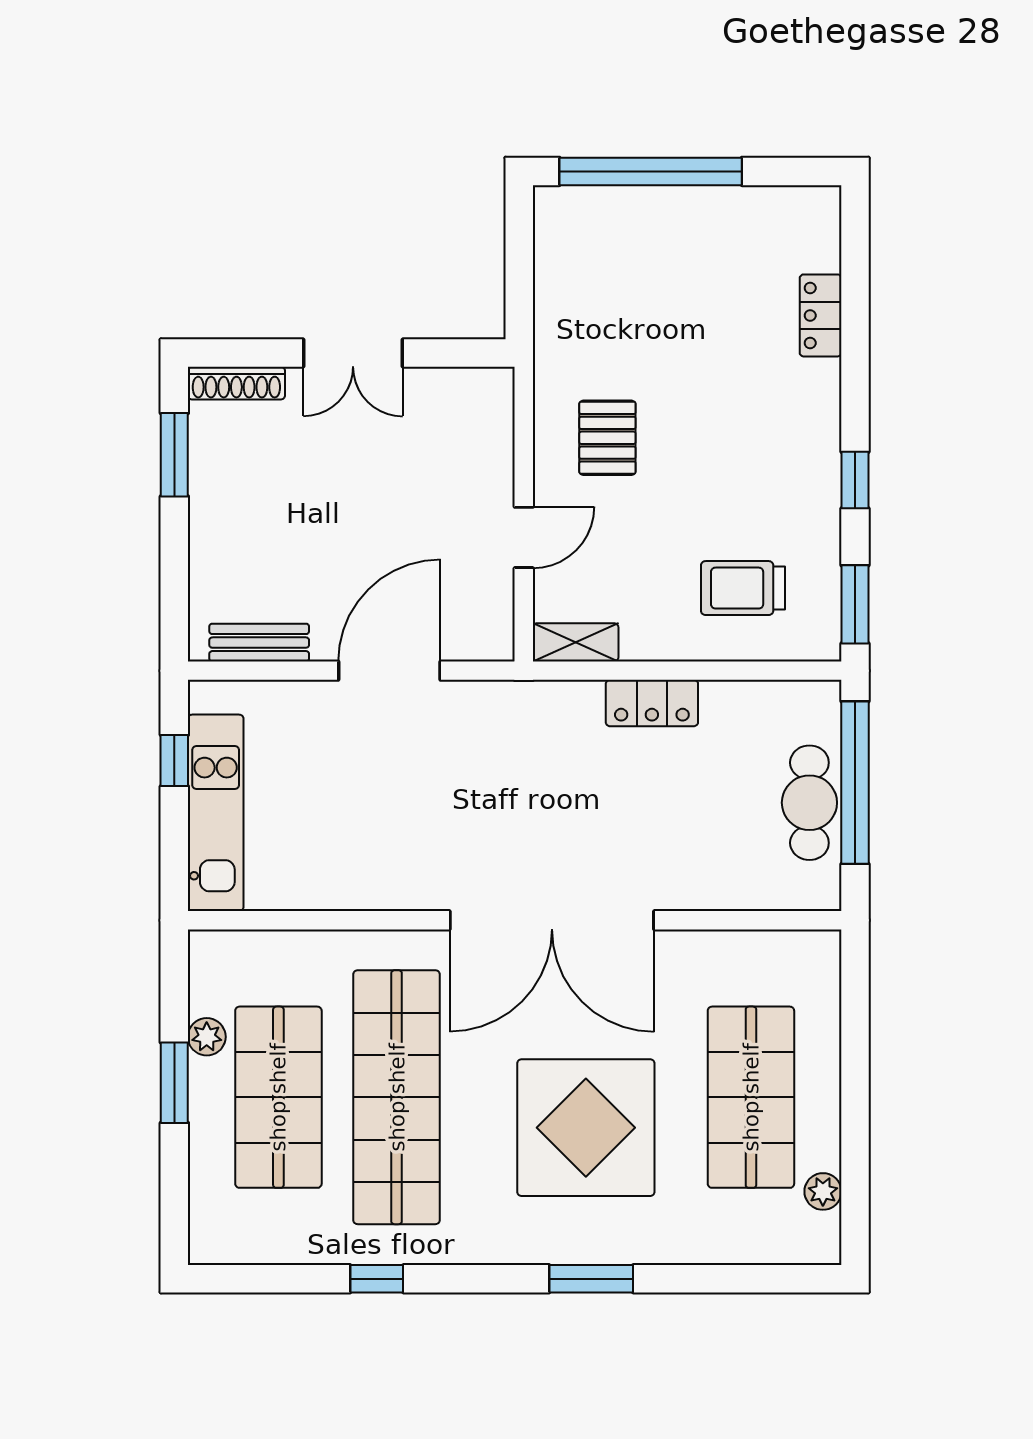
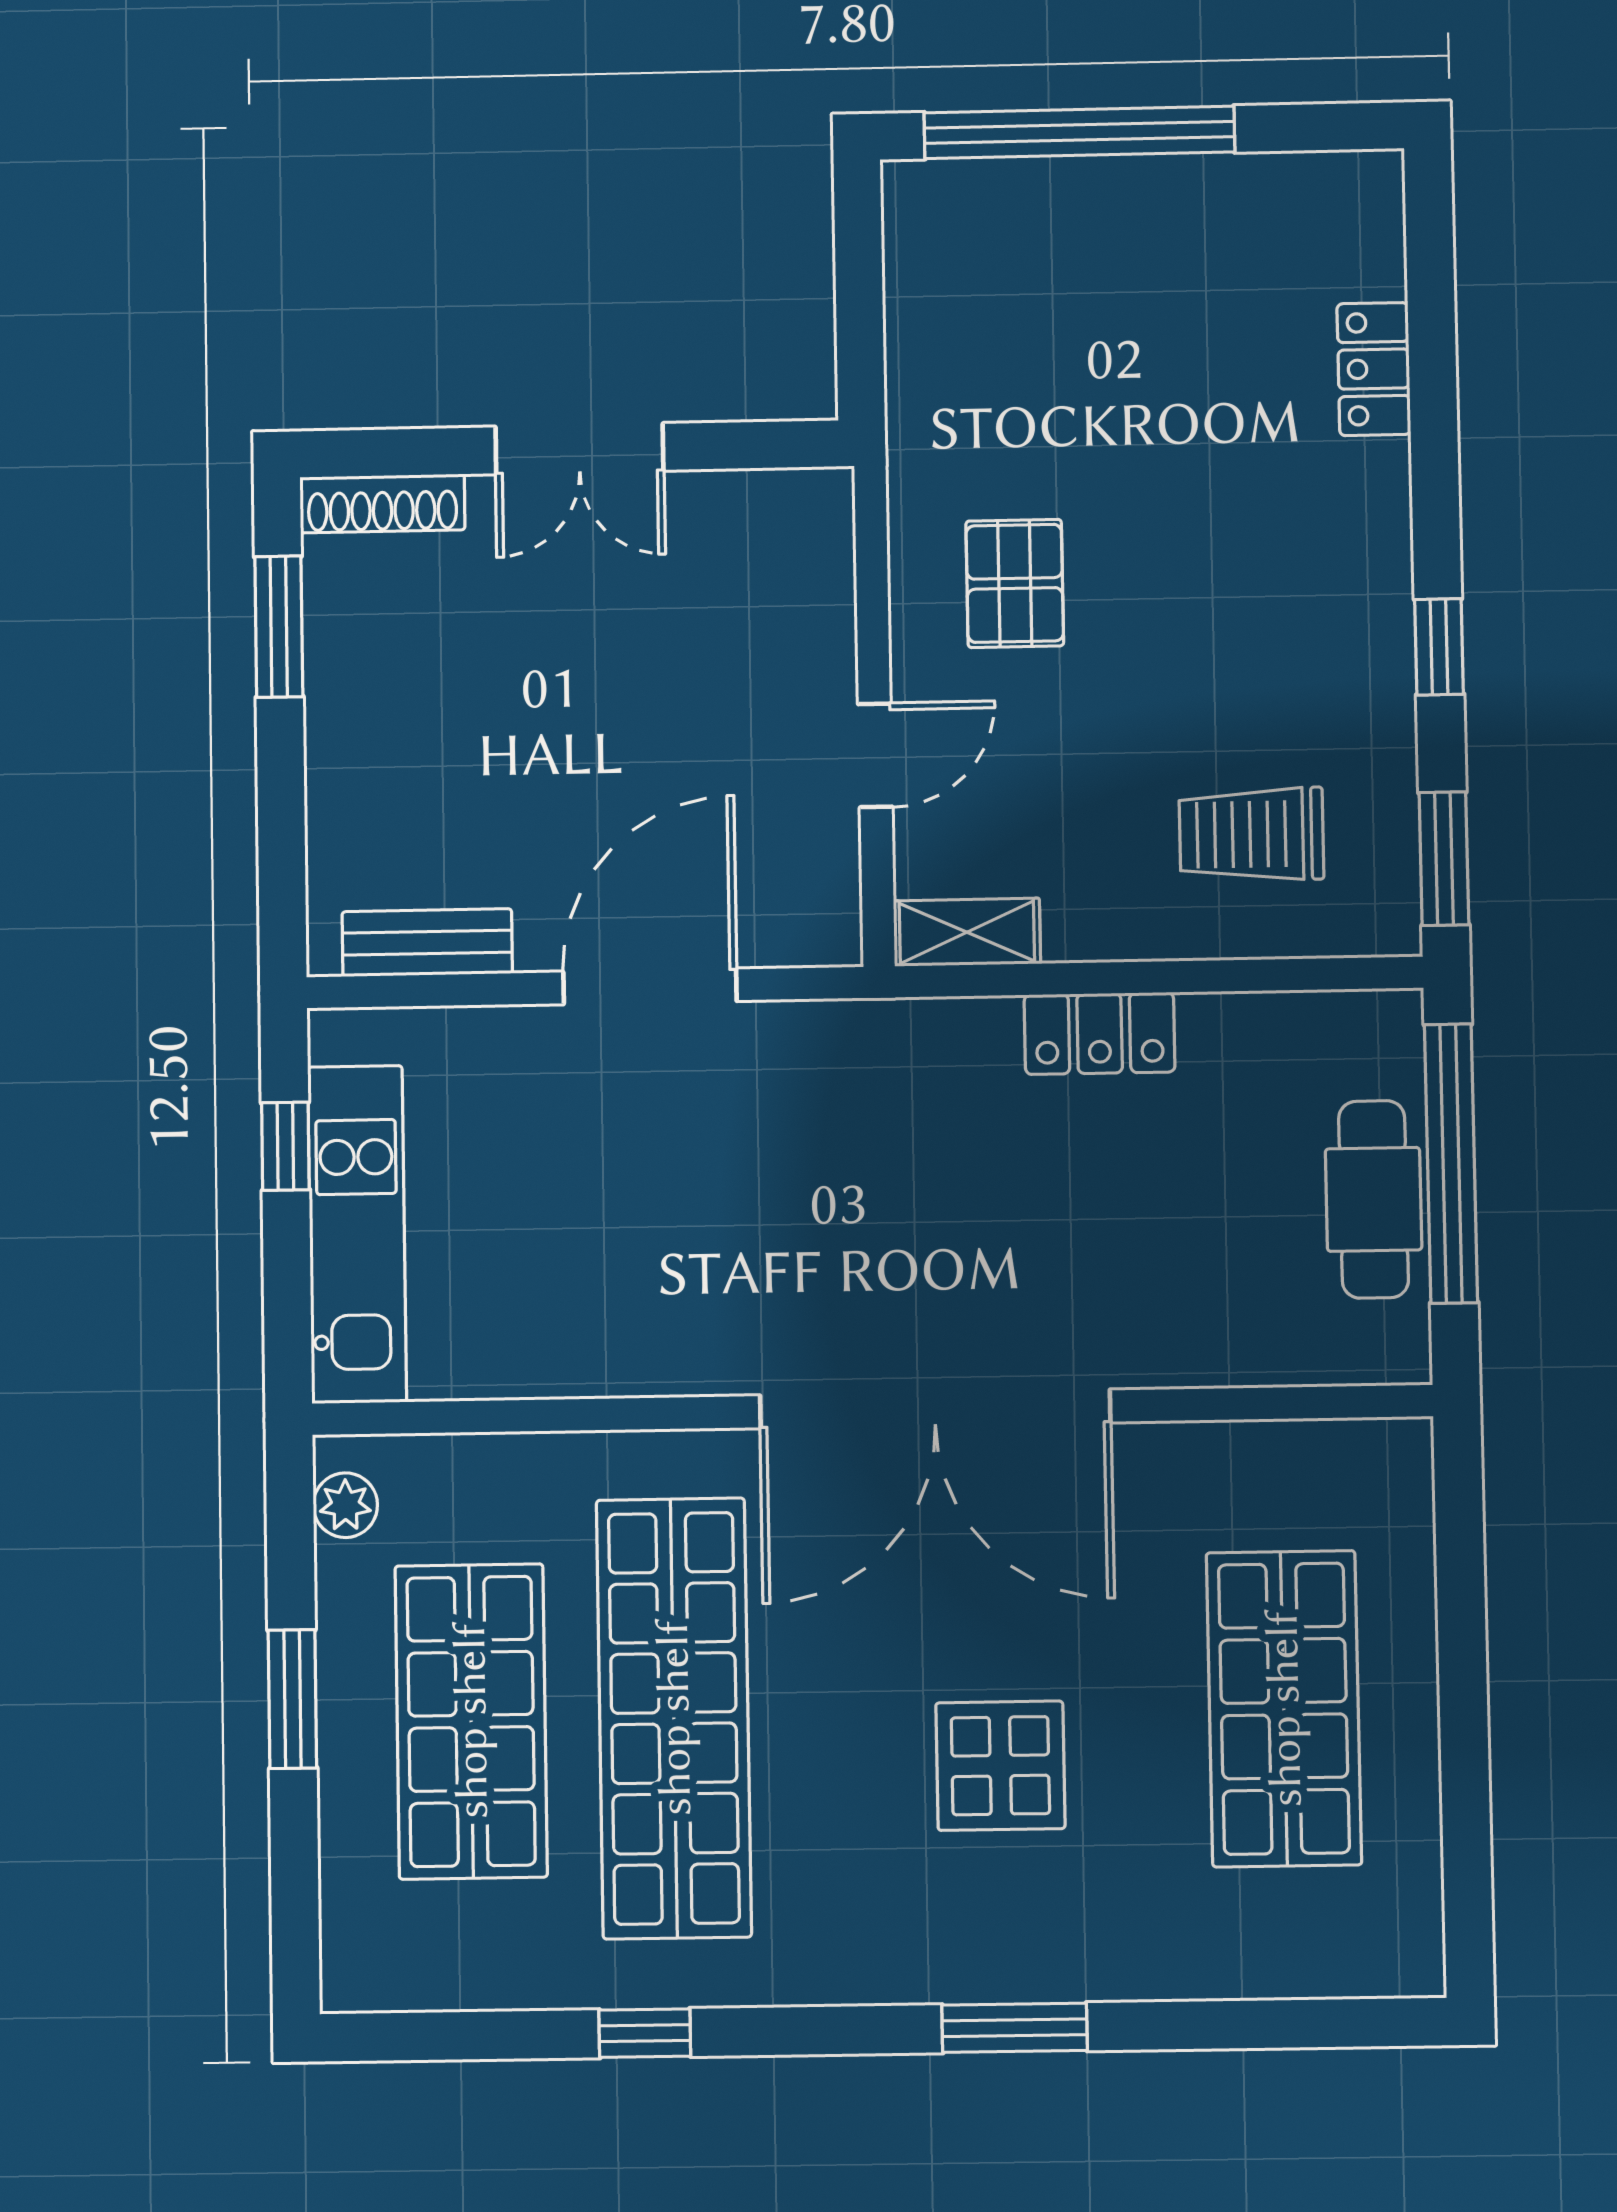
plant: (207, 1037) -> (345, 1505), moved
display table: (586, 1128) -> (1000, 1766), width x0.54, depth x0.54
plant: (823, 1191) -> (1412, 1870), removed

